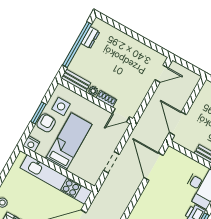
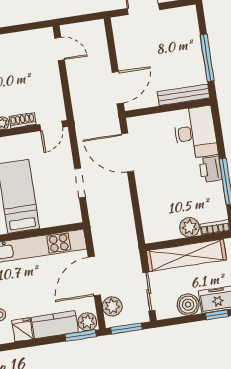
door: (162, 74) -> (60, 49), hinge flipped
door: (178, 124) -> (118, 88), swing flipped

